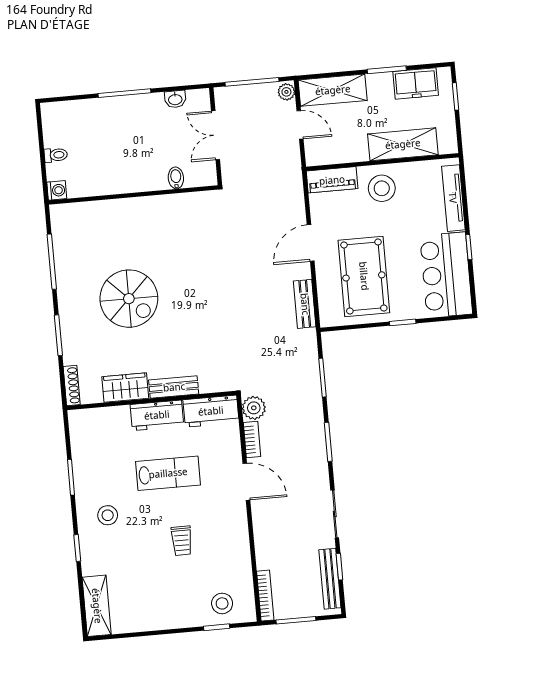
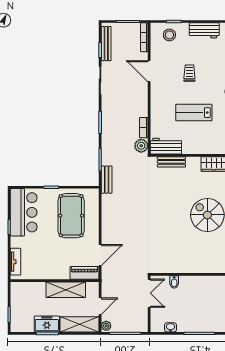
freezer: (416, 83) -> (47, 324), moved
door: (300, 125) -> (100, 306), swing flipped
double door: (216, 135) -> (149, 293), moved
shelving: (403, 144) -> (66, 290), moved
stool: (382, 188) -> (56, 265), removed
tv unit: (453, 198) -> (16, 262), width x0.71
door: (311, 243) -> (100, 255), moved
bench: (305, 304) -> (107, 180), moved
bench: (174, 387) -> (171, 162), moved
workbench: (157, 415) -> (204, 30), moved, turned 180
door: (246, 482) -> (149, 71), moved

